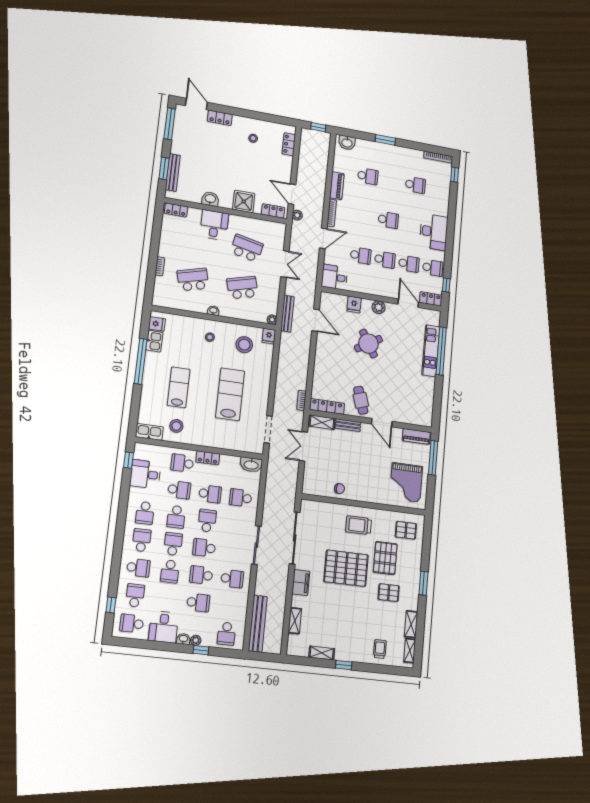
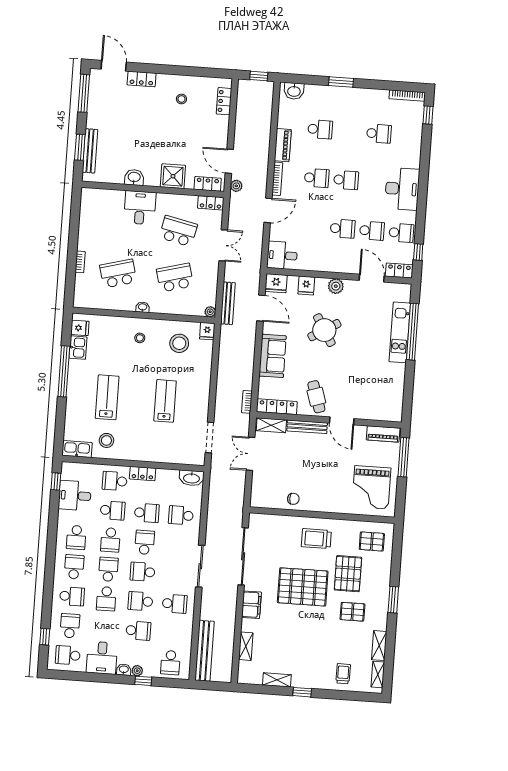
locker: (176, 210) -> (211, 203), moved
school desk: (361, 256) -> (317, 178), moved
fridge: (329, 300) -> (276, 283), added
sofa: (324, 362) -> (273, 356), added
lab bench: (230, 394) -> (165, 401), width x0.73, depth x0.72
bench: (348, 425) -> (307, 427), width x1.36

